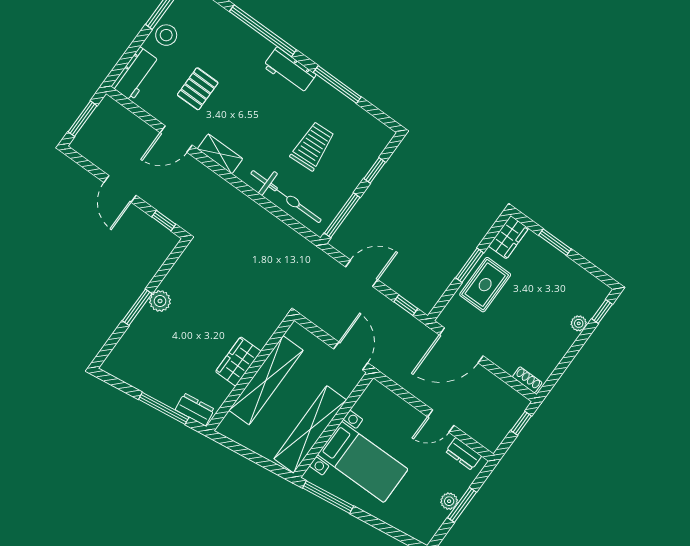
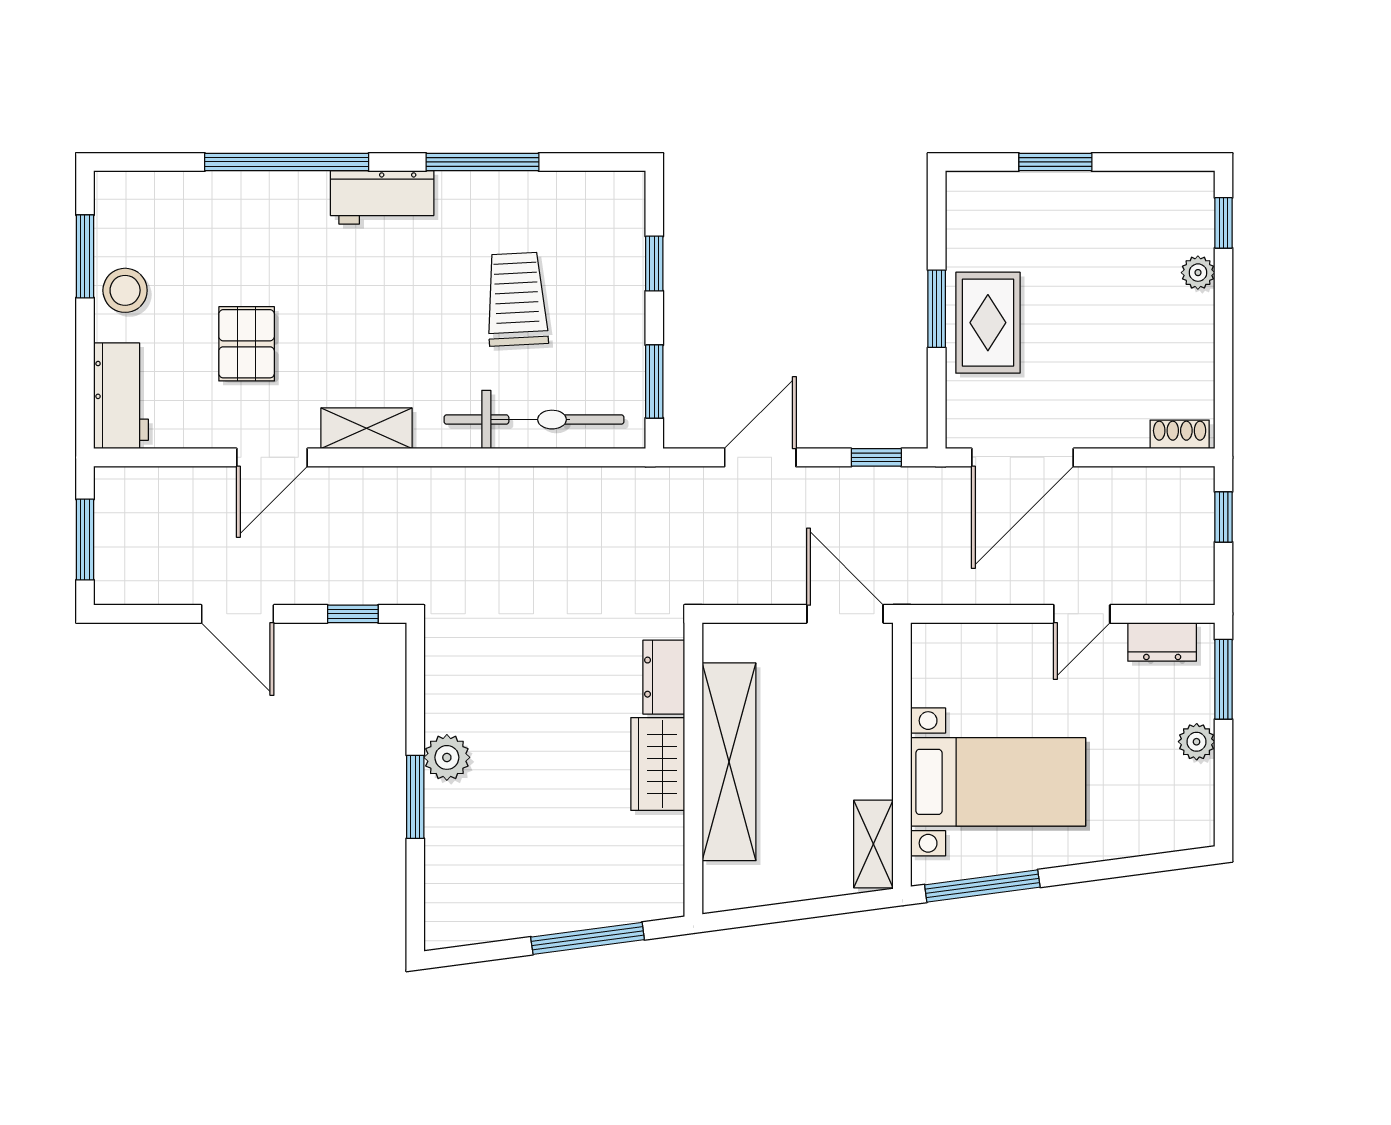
window: (342, 215) -> (654, 381), width x0.69
wardrobe: (509, 237) -> (969, 211), removed
dresser: (195, 409) -> (664, 677), moved, turned -82
shelving: (310, 429) -> (873, 844), width x0.45, depth x0.75
window: (462, 505) -> (1223, 679), moved

